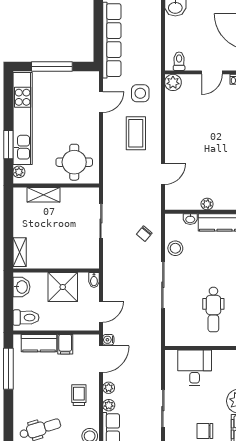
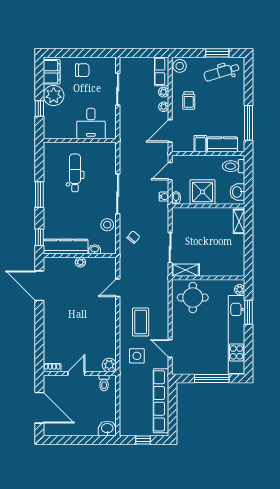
door: (101, 102) -> (170, 348), hinge flipped
shelving: (43, 195) -> (186, 270), moved
water cooler: (108, 340) -> (164, 197), moved

